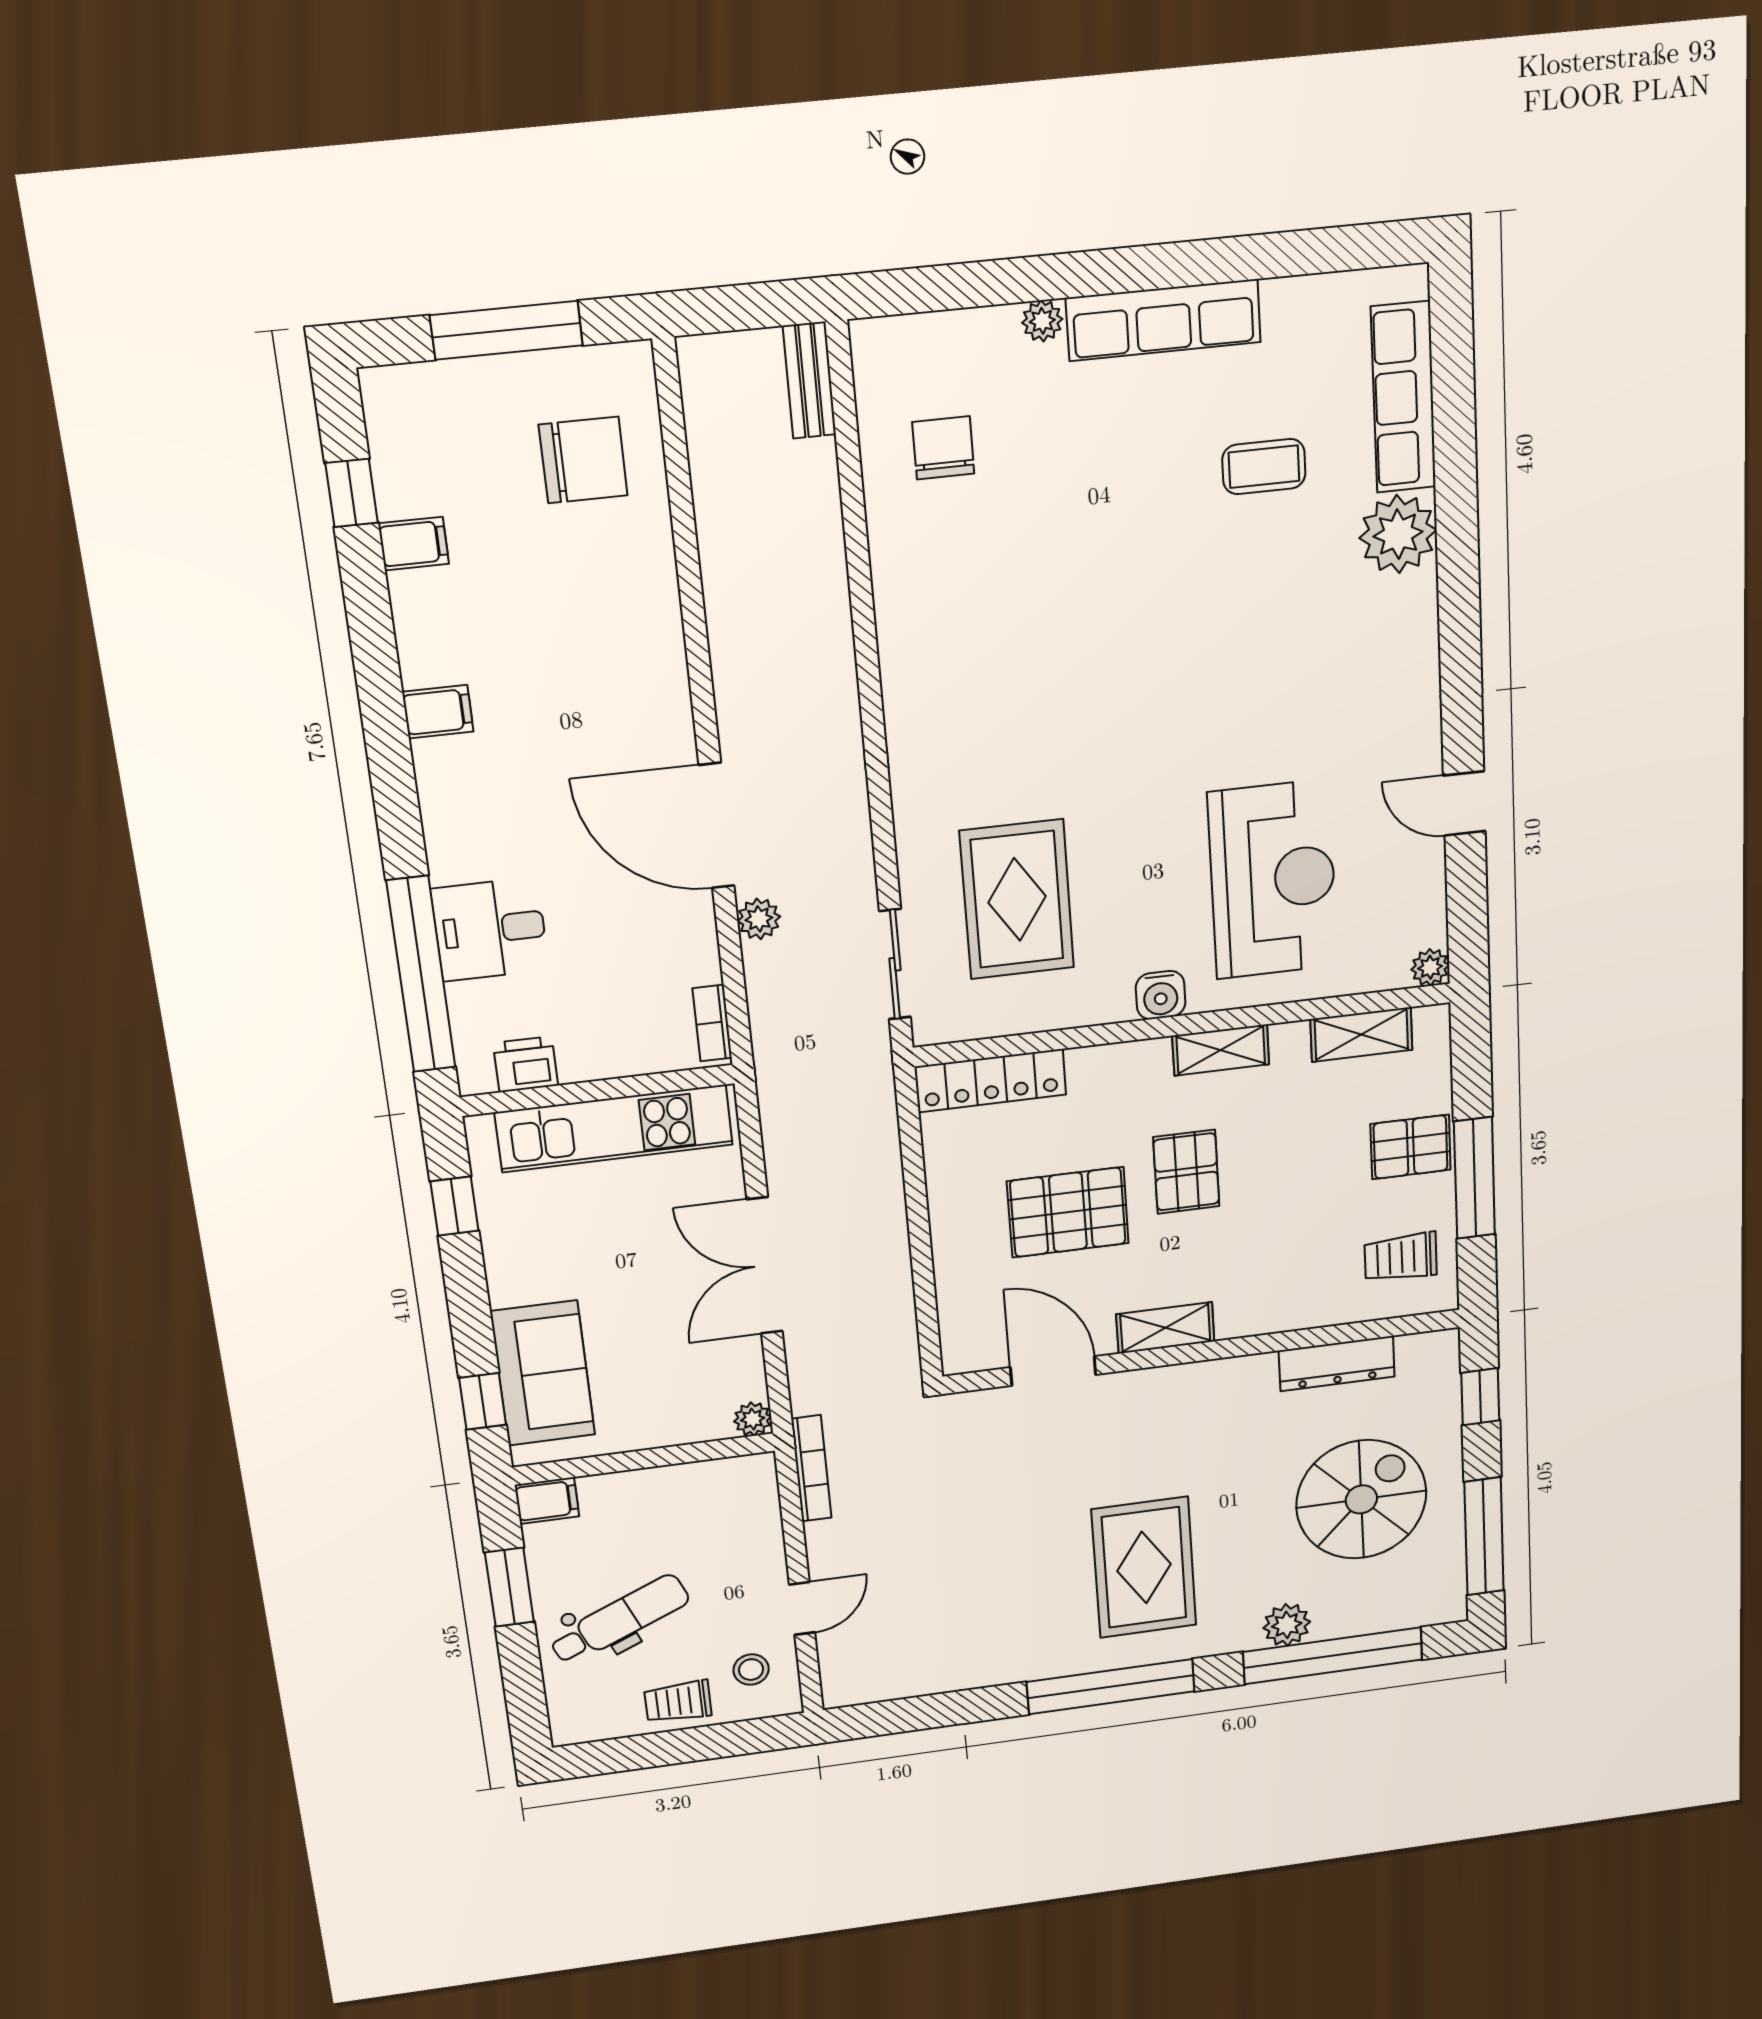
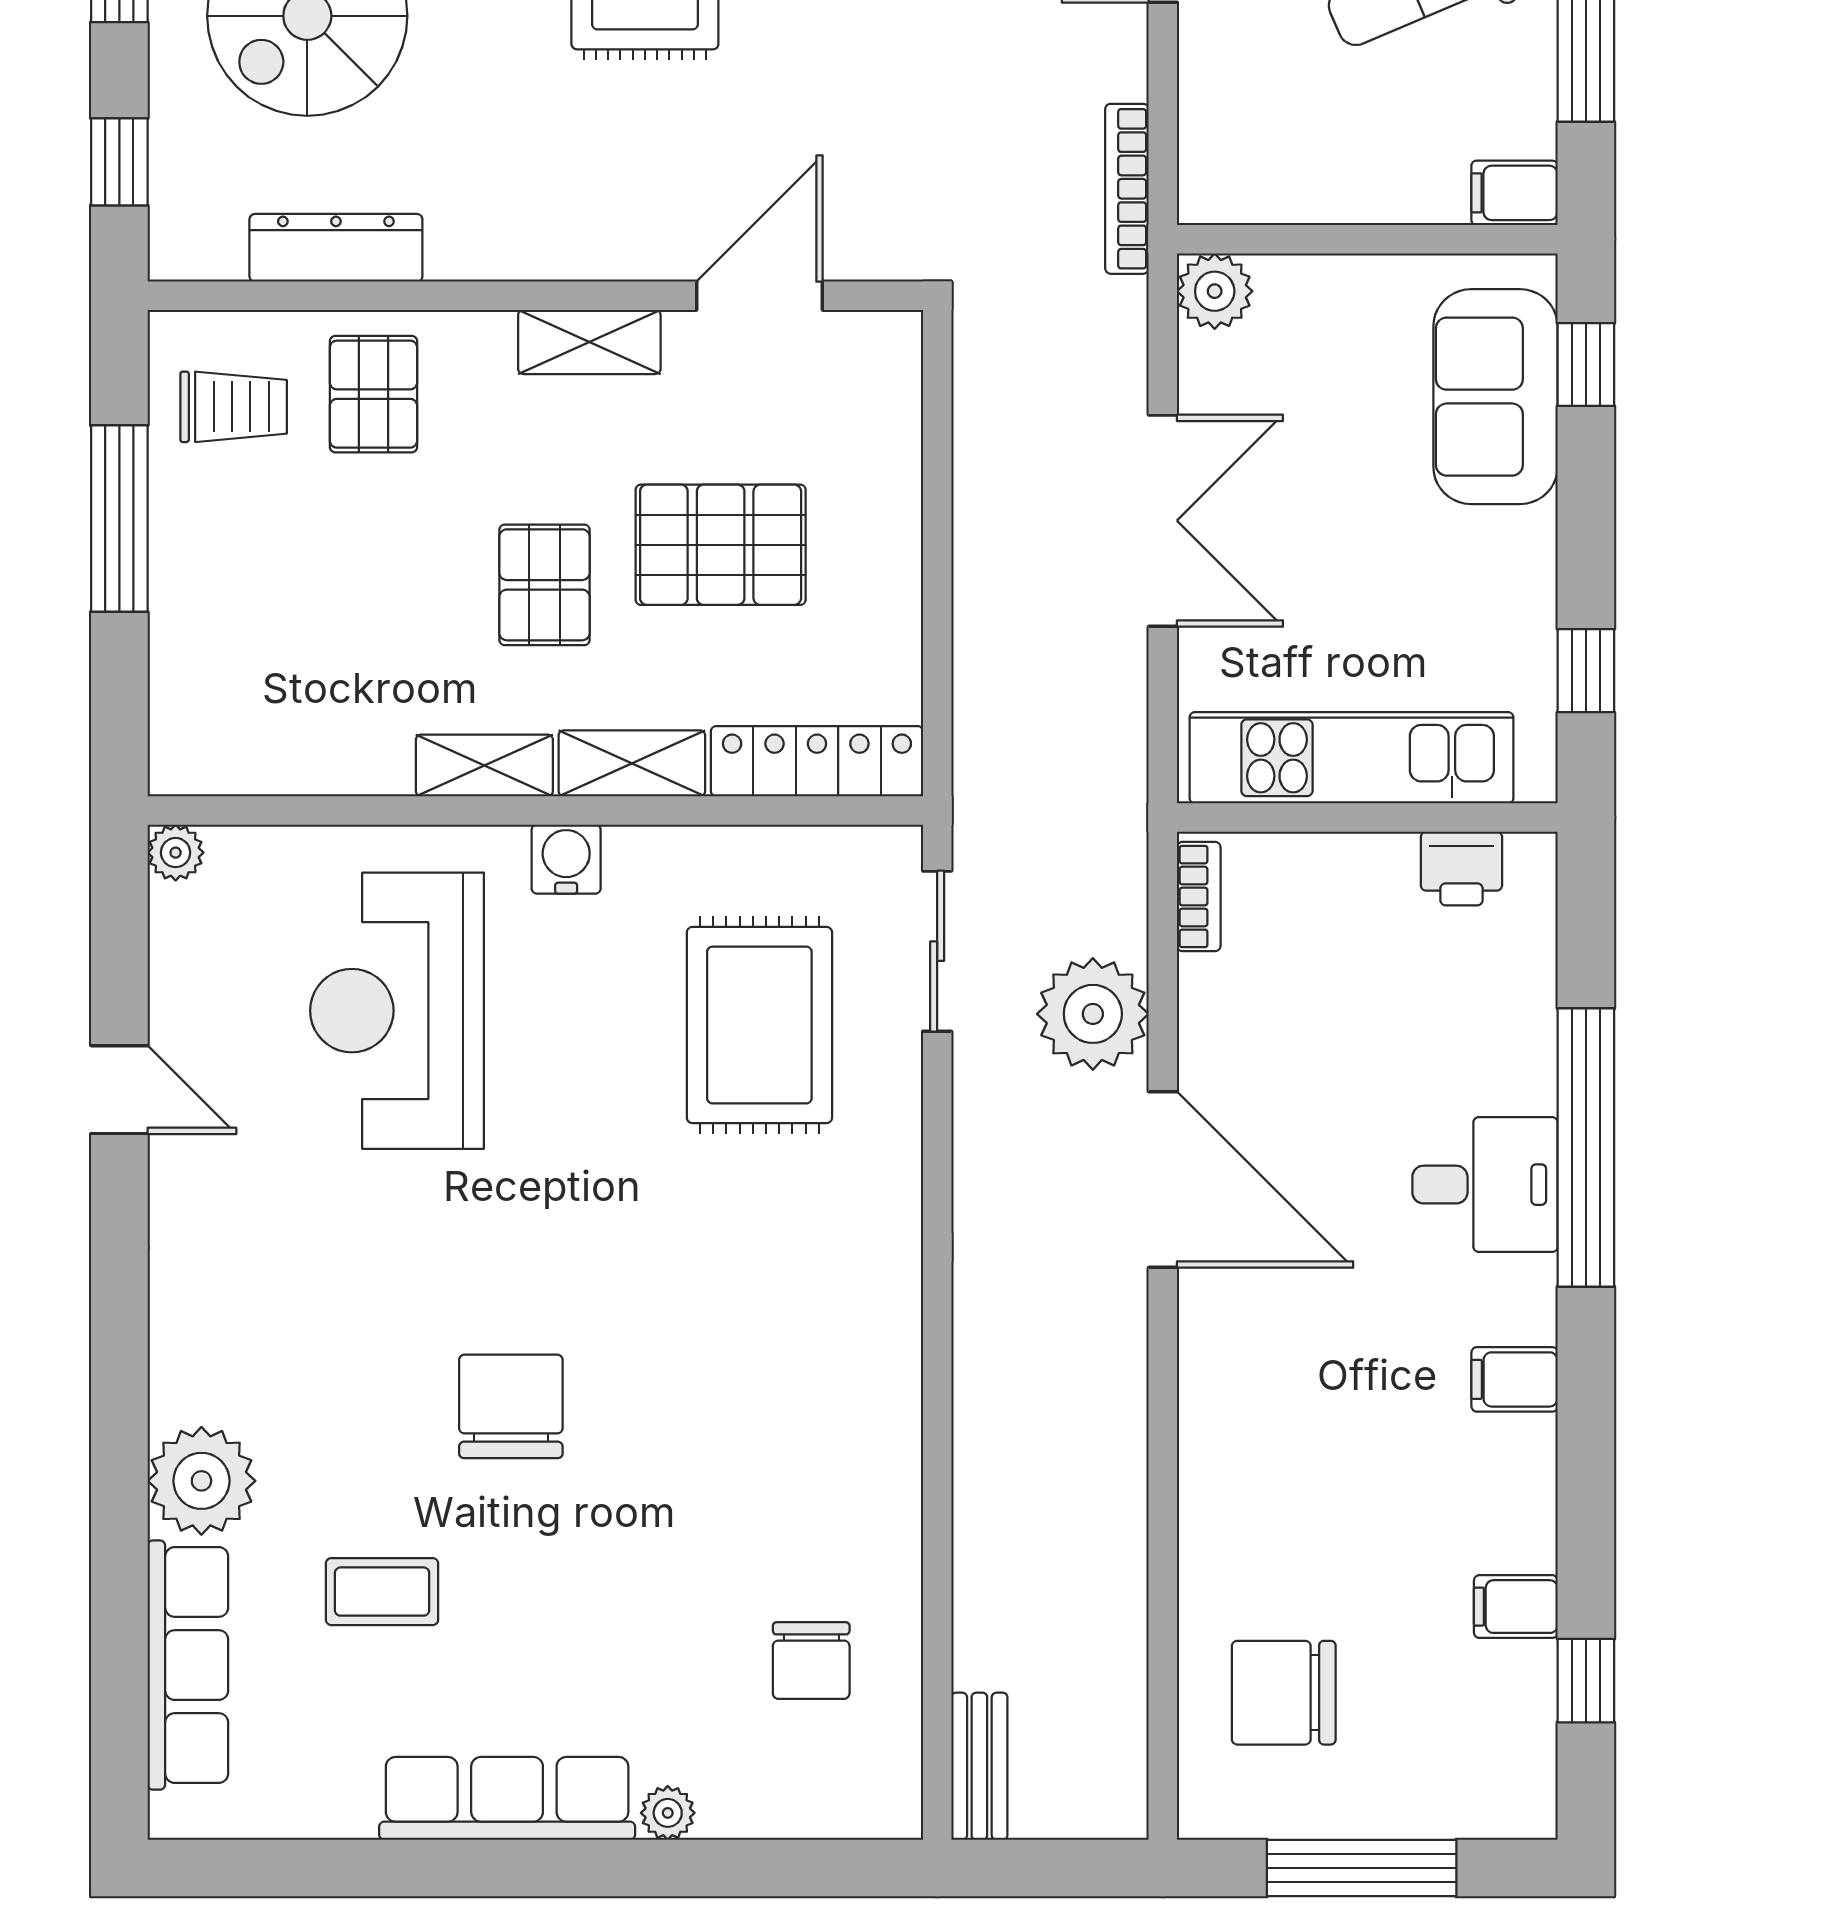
chair: (1177, 612) -> (511, 1406), added
plant: (759, 919) -> (1093, 1014), width x1.88, depth x1.88
desk: (490, 929) -> (1485, 1185), moved
window: (421, 974) -> (1586, 1148), moved
shelving: (1361, 1034) -> (632, 763), moved
pallet: (1411, 1147) -> (373, 394), moved, turned 90
door: (1053, 1371) -> (760, 296), swing flipped
plant: (753, 1419) -> (1215, 291), width x1.38, depth x1.38

